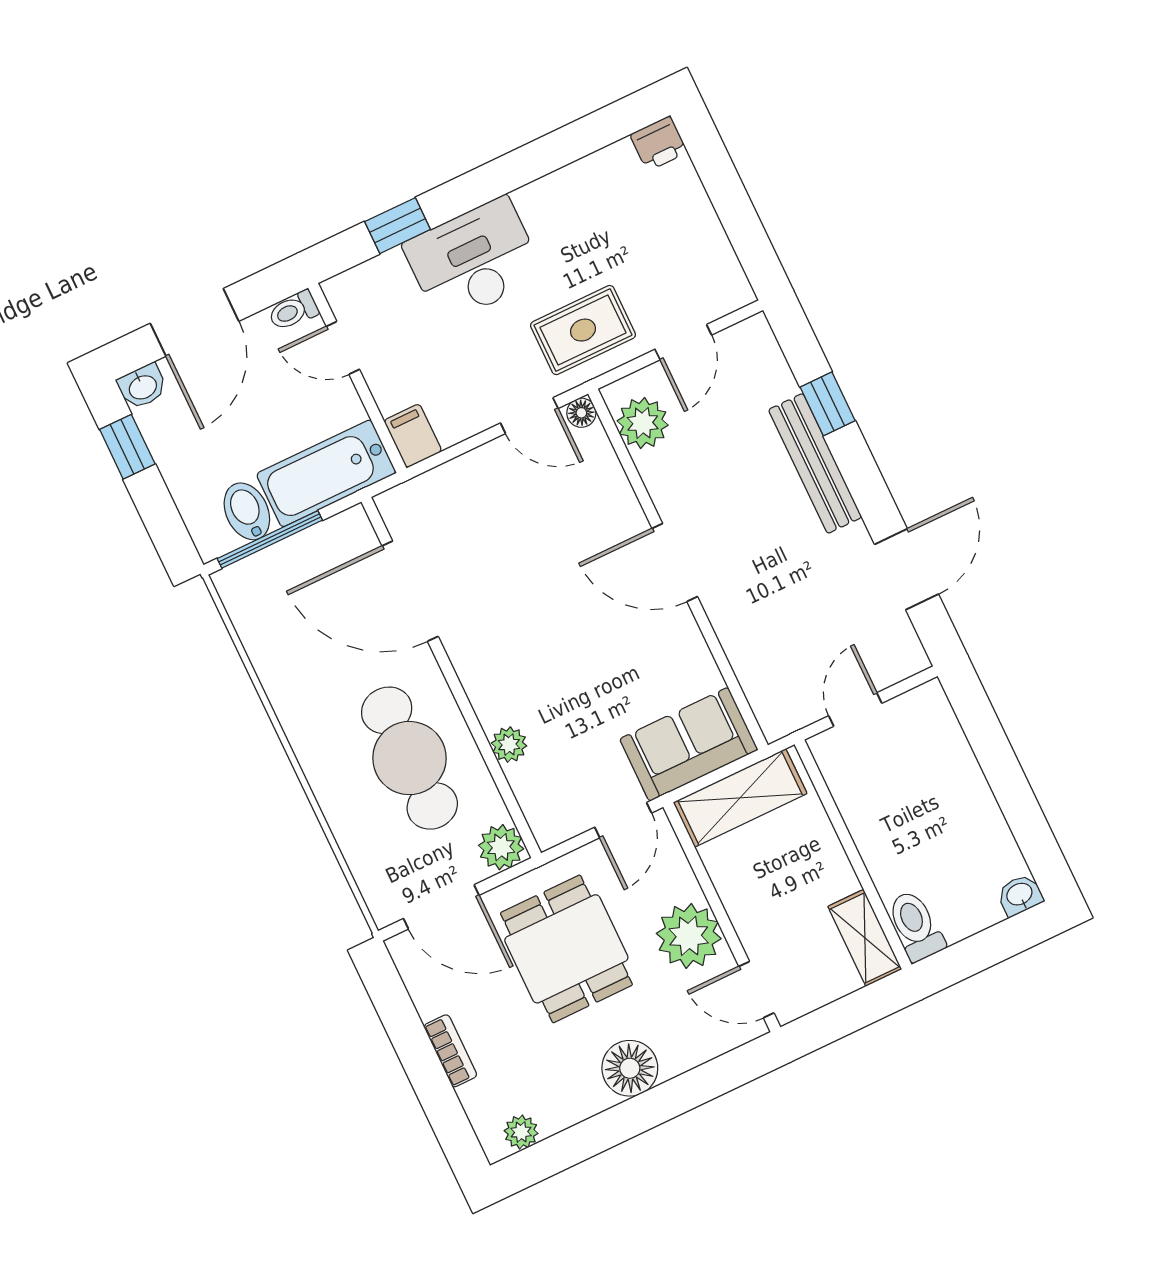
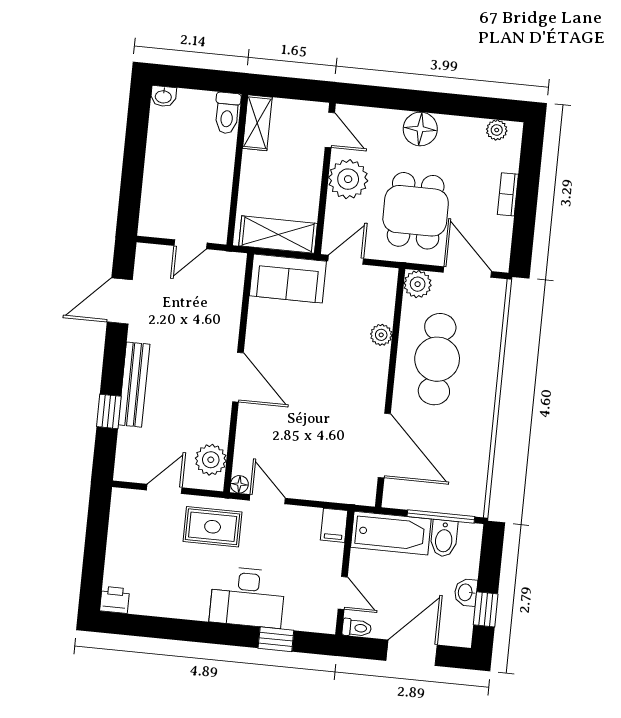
washbasin: (142, 386) -> (466, 592), moved, turned -90

